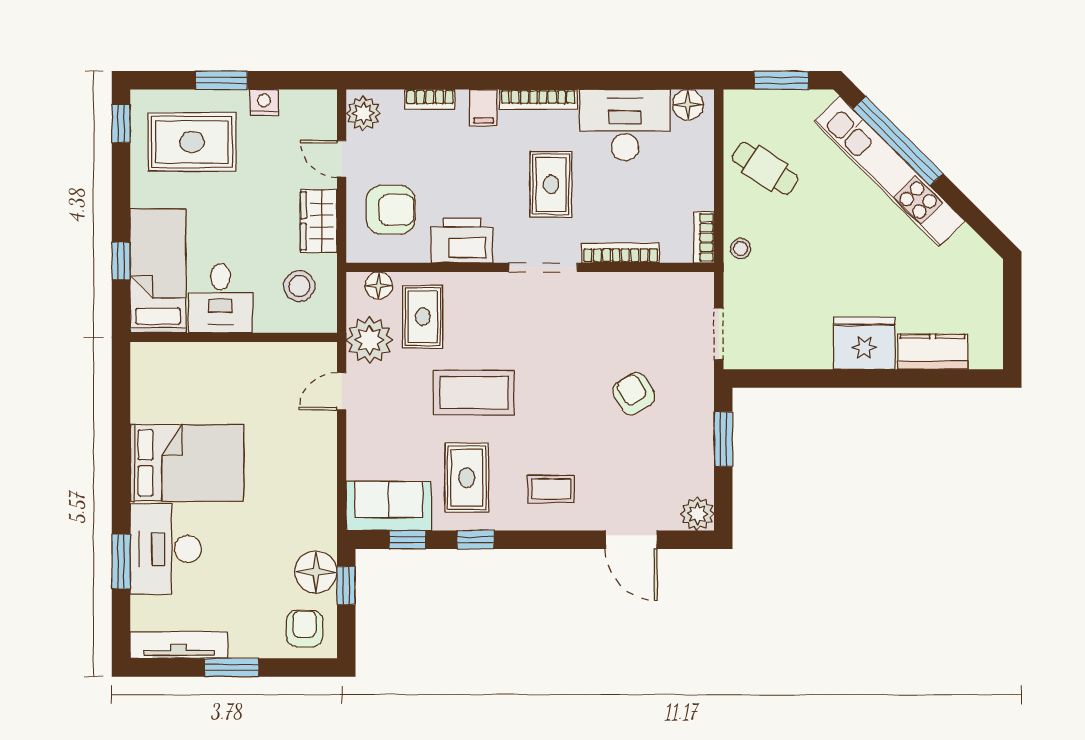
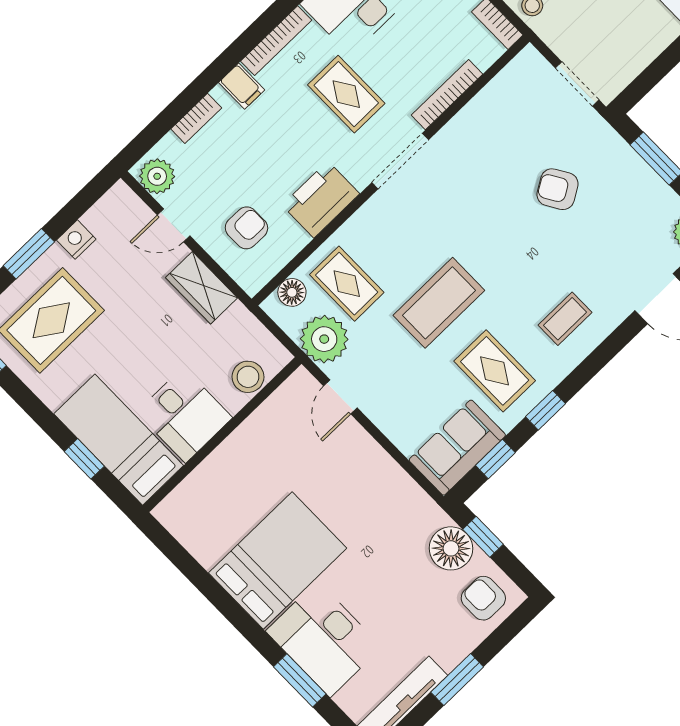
armchair: (391, 210) -> (246, 228), width x0.72, depth x0.72
stool: (299, 286) -> (248, 377), moved

